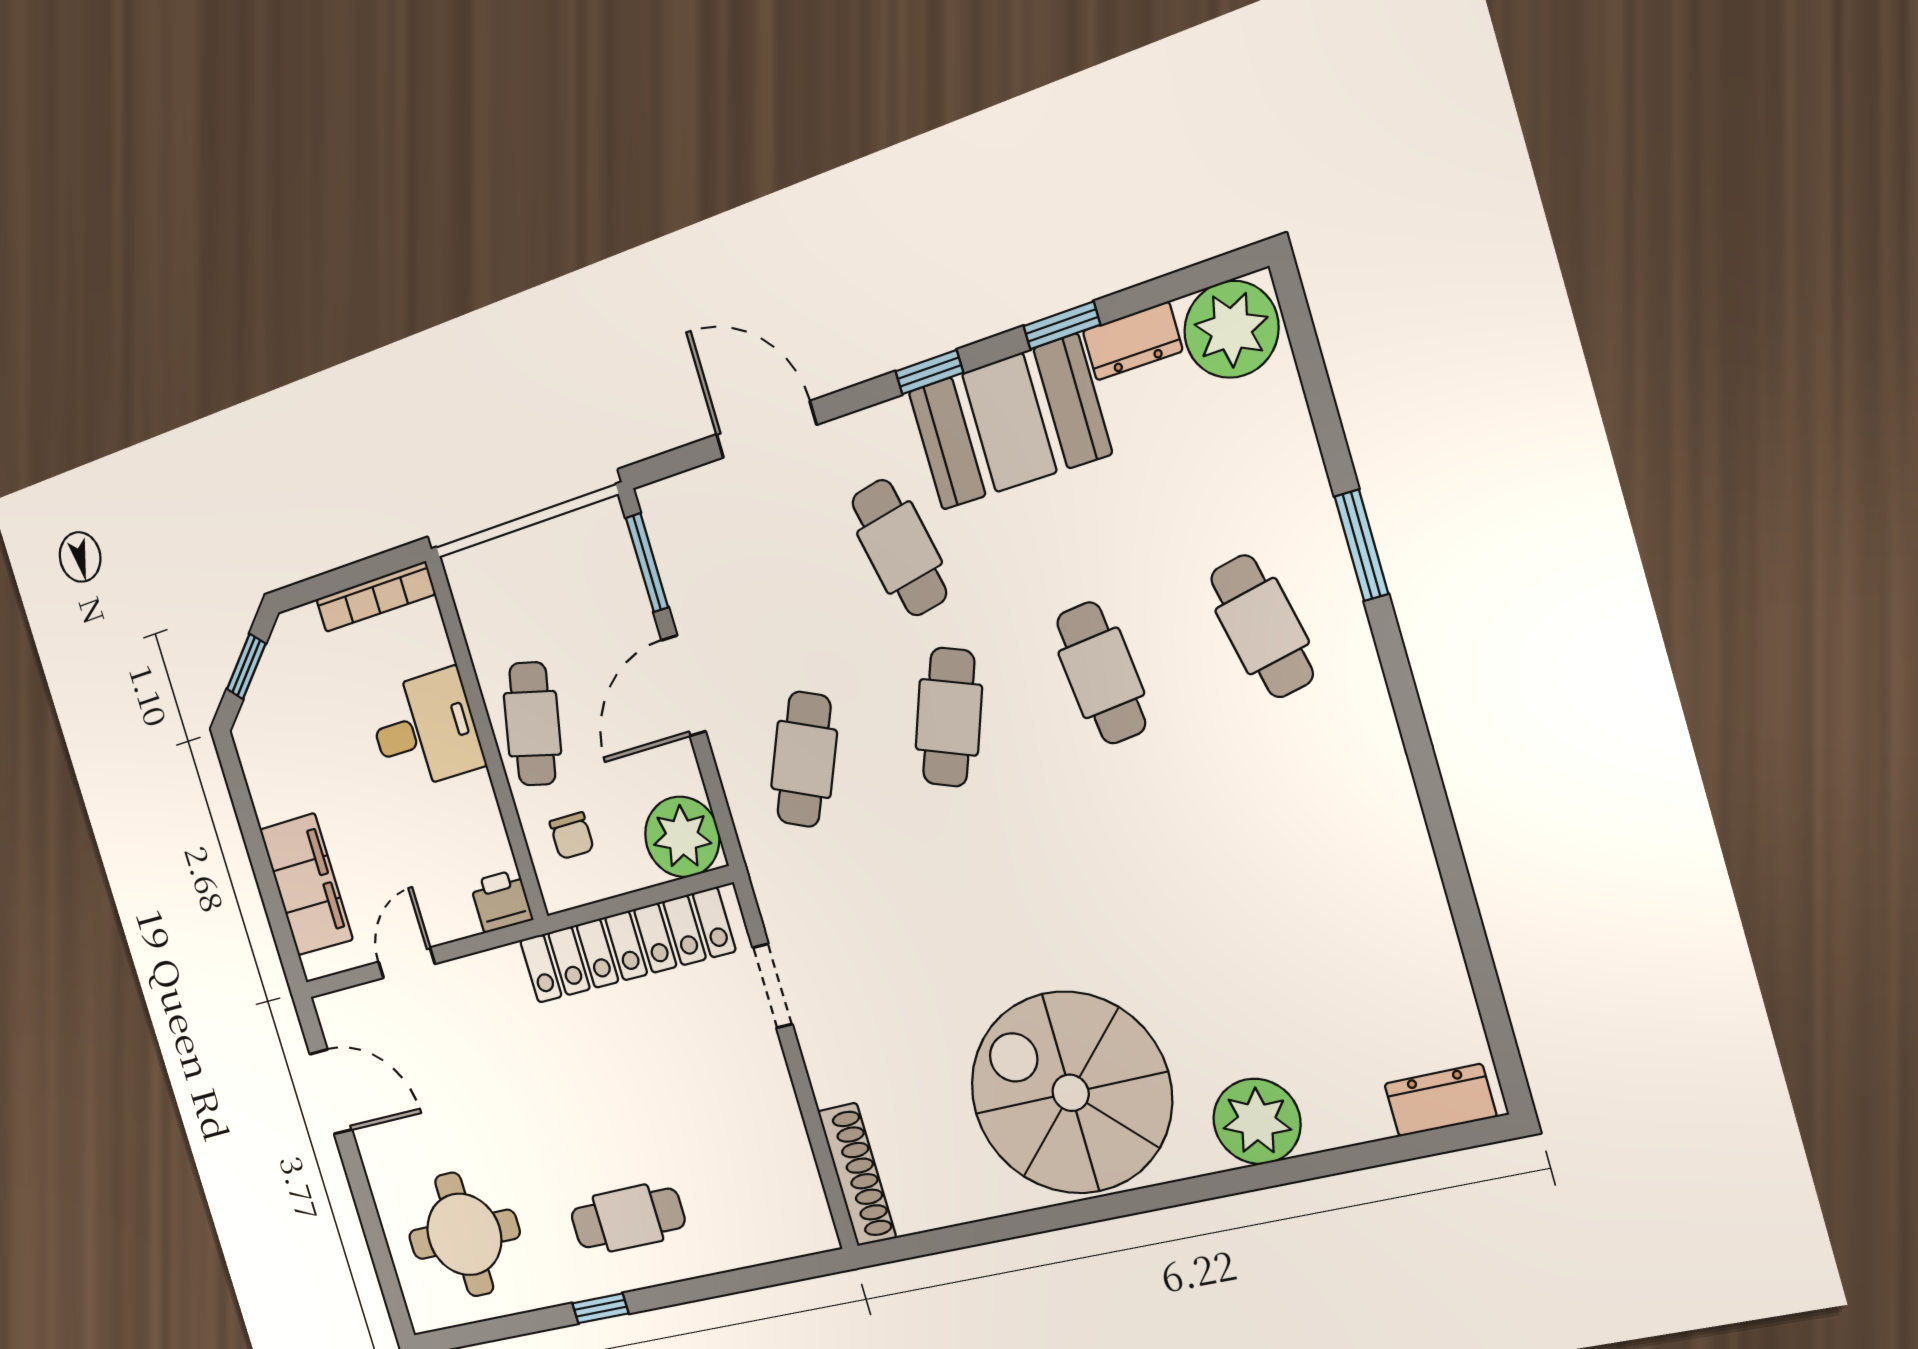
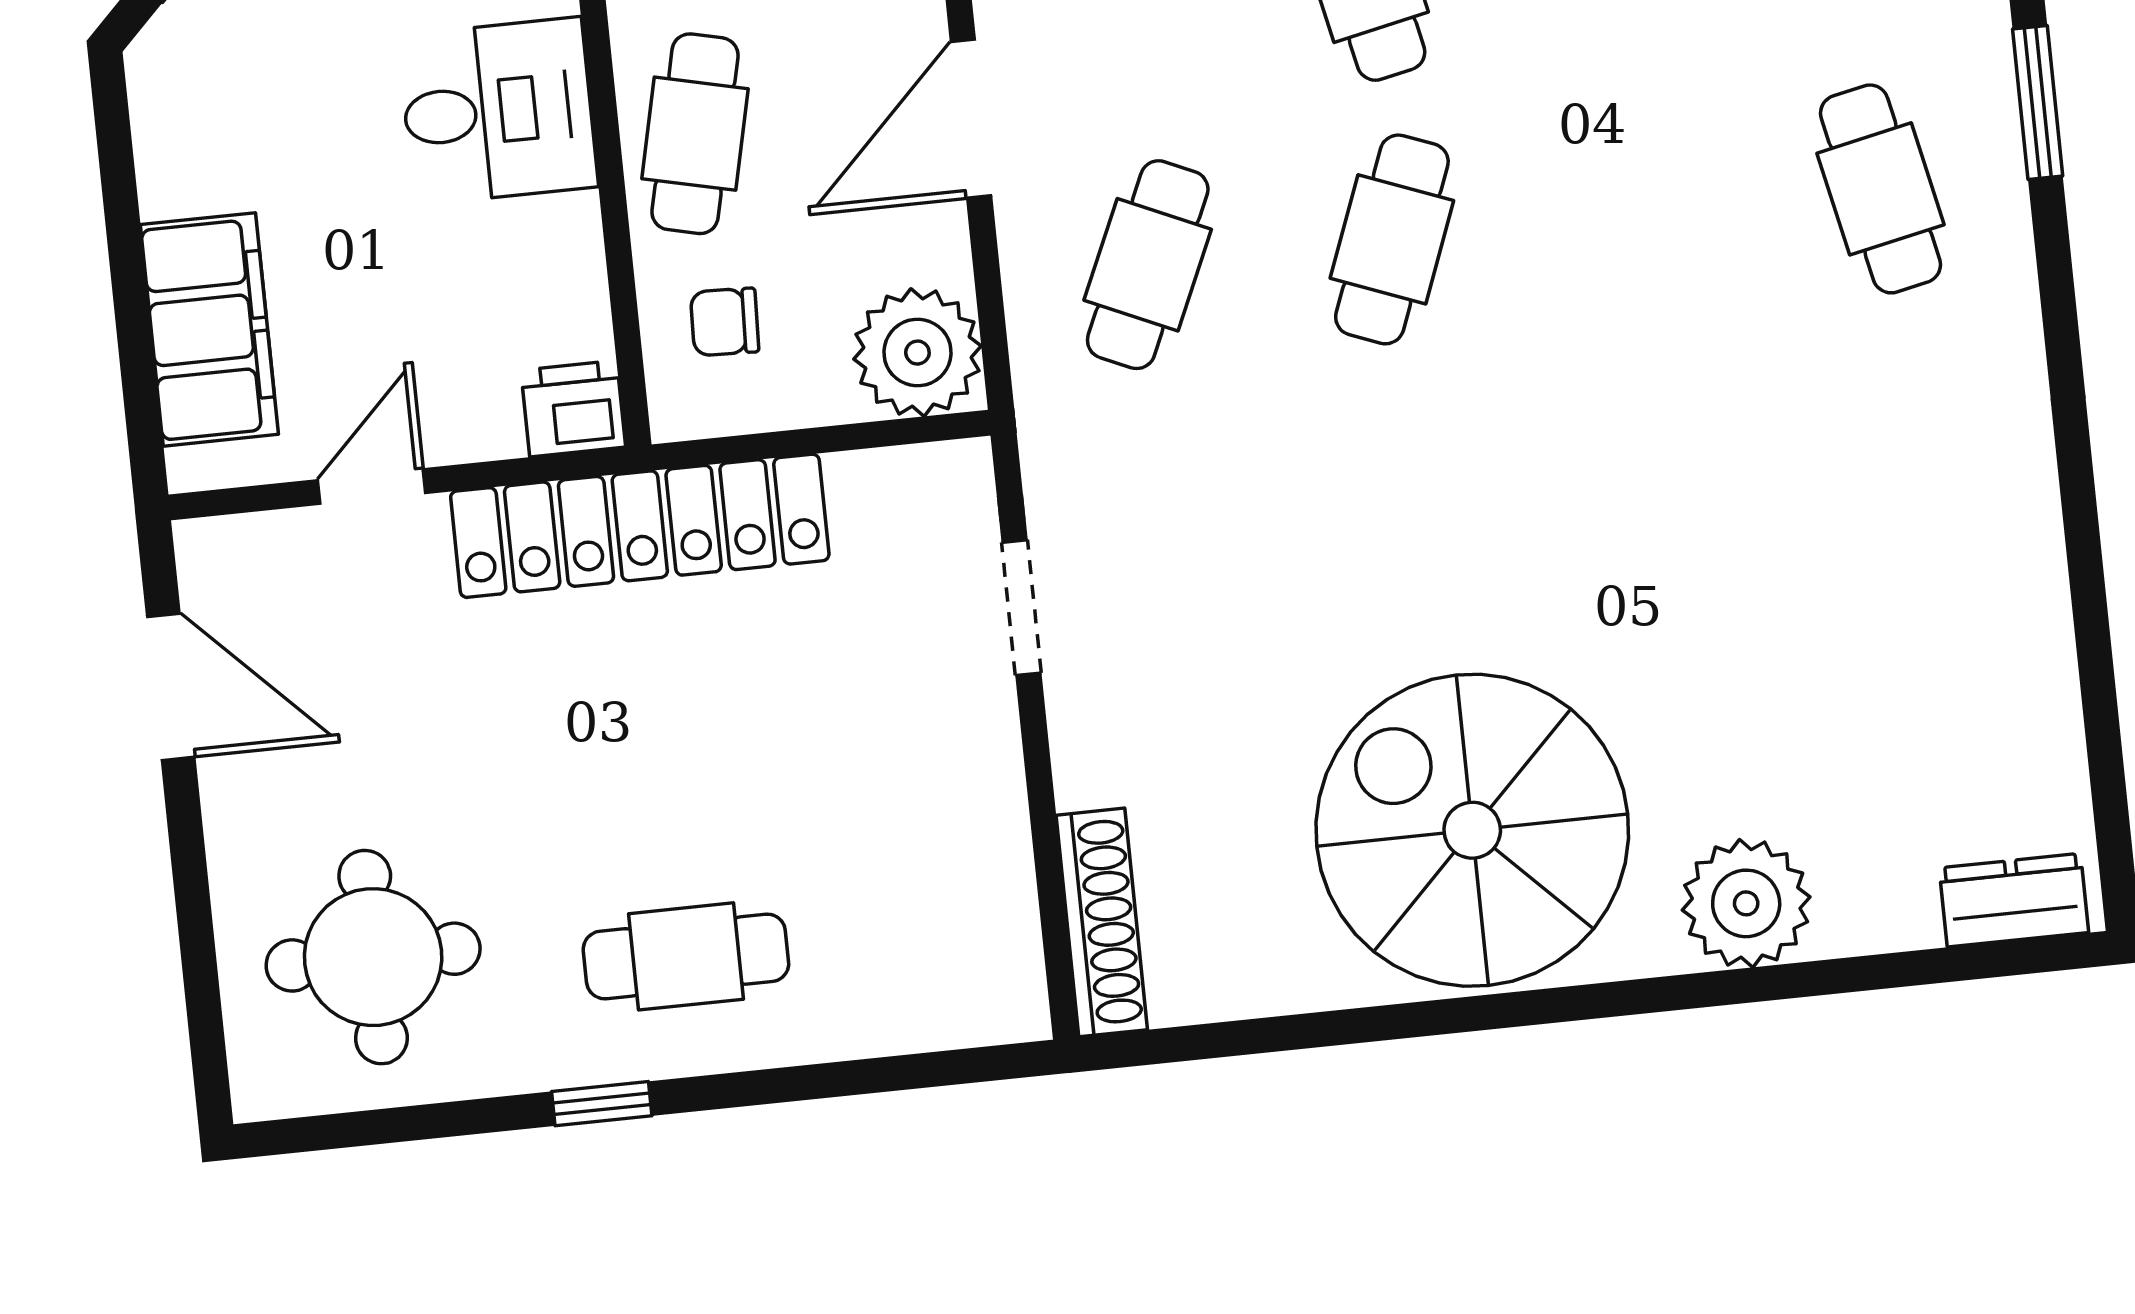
cafe table: (1101, 673) -> (1636, 214), removed
chair: (572, 836) -> (725, 322), turned 92
locker: (626, 946) -> (640, 526), moved

